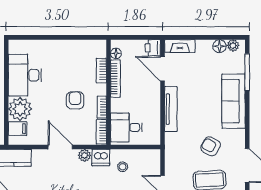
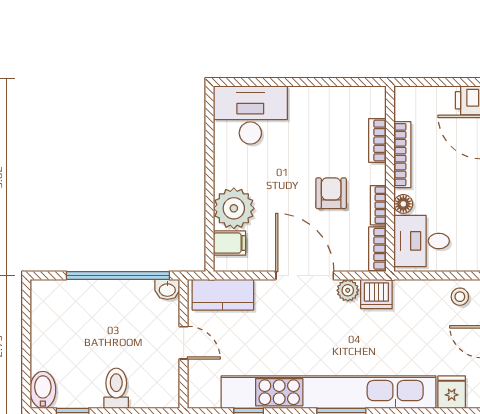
floor lamp: (116, 53) -> (403, 204), moved
desk: (25, 75) -> (250, 115), moved, turned 90
door: (60, 147) -> (305, 276), width x1.36
stool: (123, 167) -> (460, 297), moved

